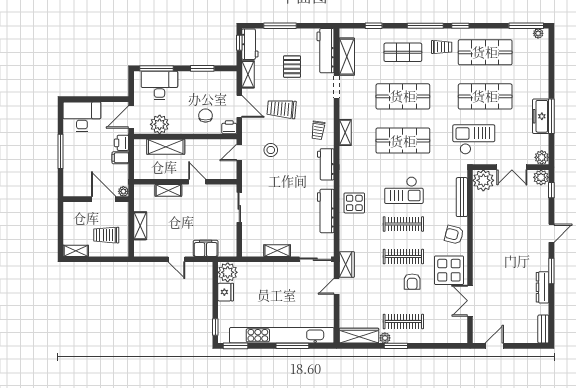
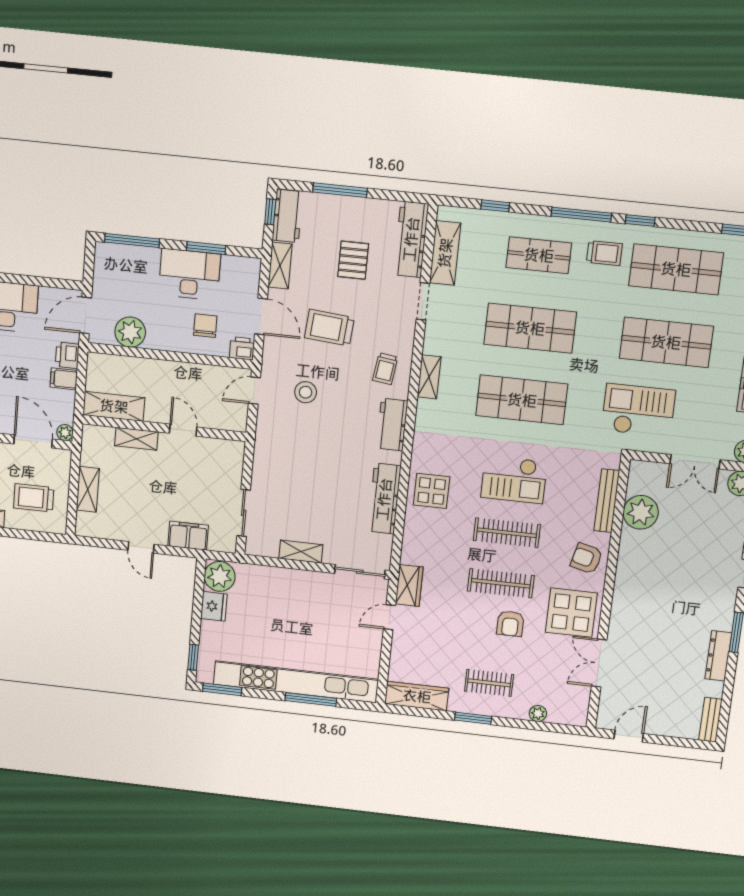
desk: (159, 85) -> (190, 274), moved
shelving: (166, 147) -> (114, 406), moved
plant: (483, 180) -> (641, 512), moved
sliding door: (239, 207) -> (244, 513), moved
clothes rail: (403, 322) -> (489, 683), width x0.73
plant: (385, 338) -> (538, 713), moved

